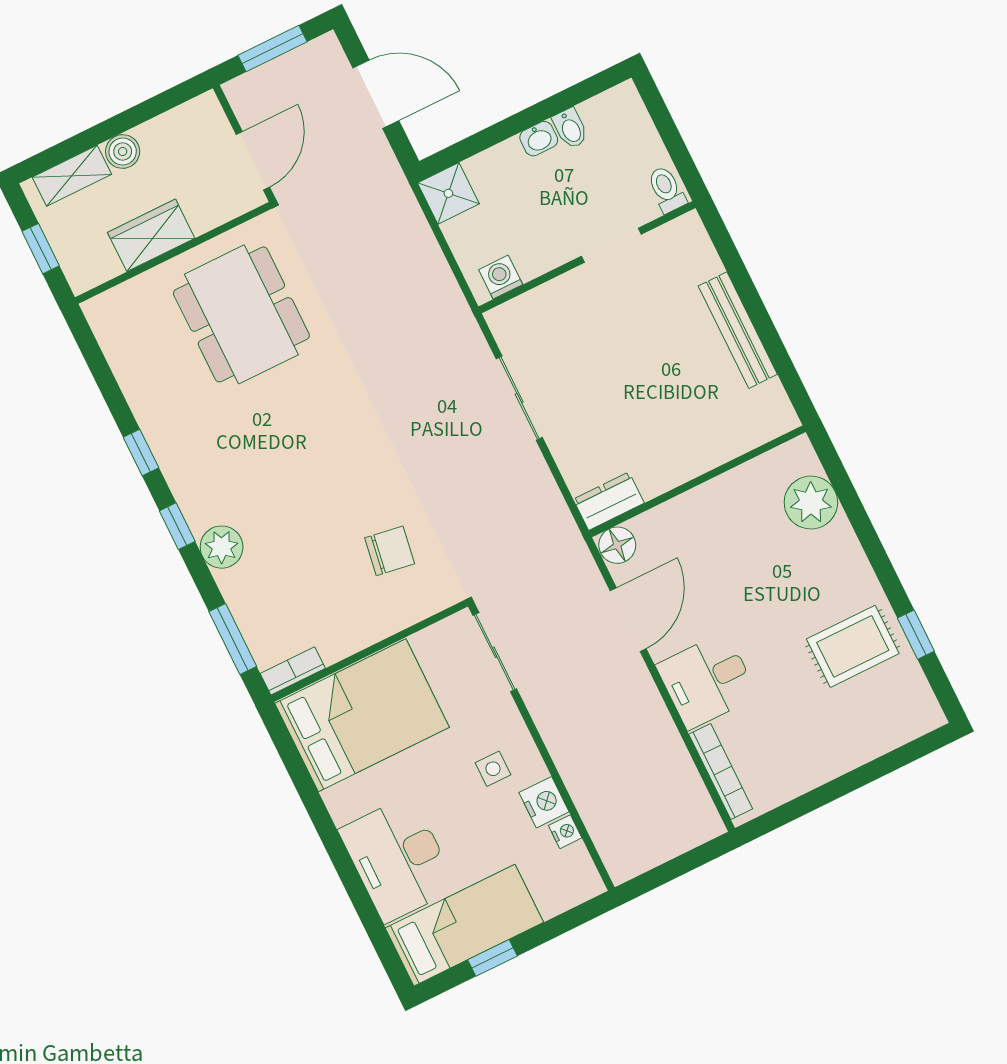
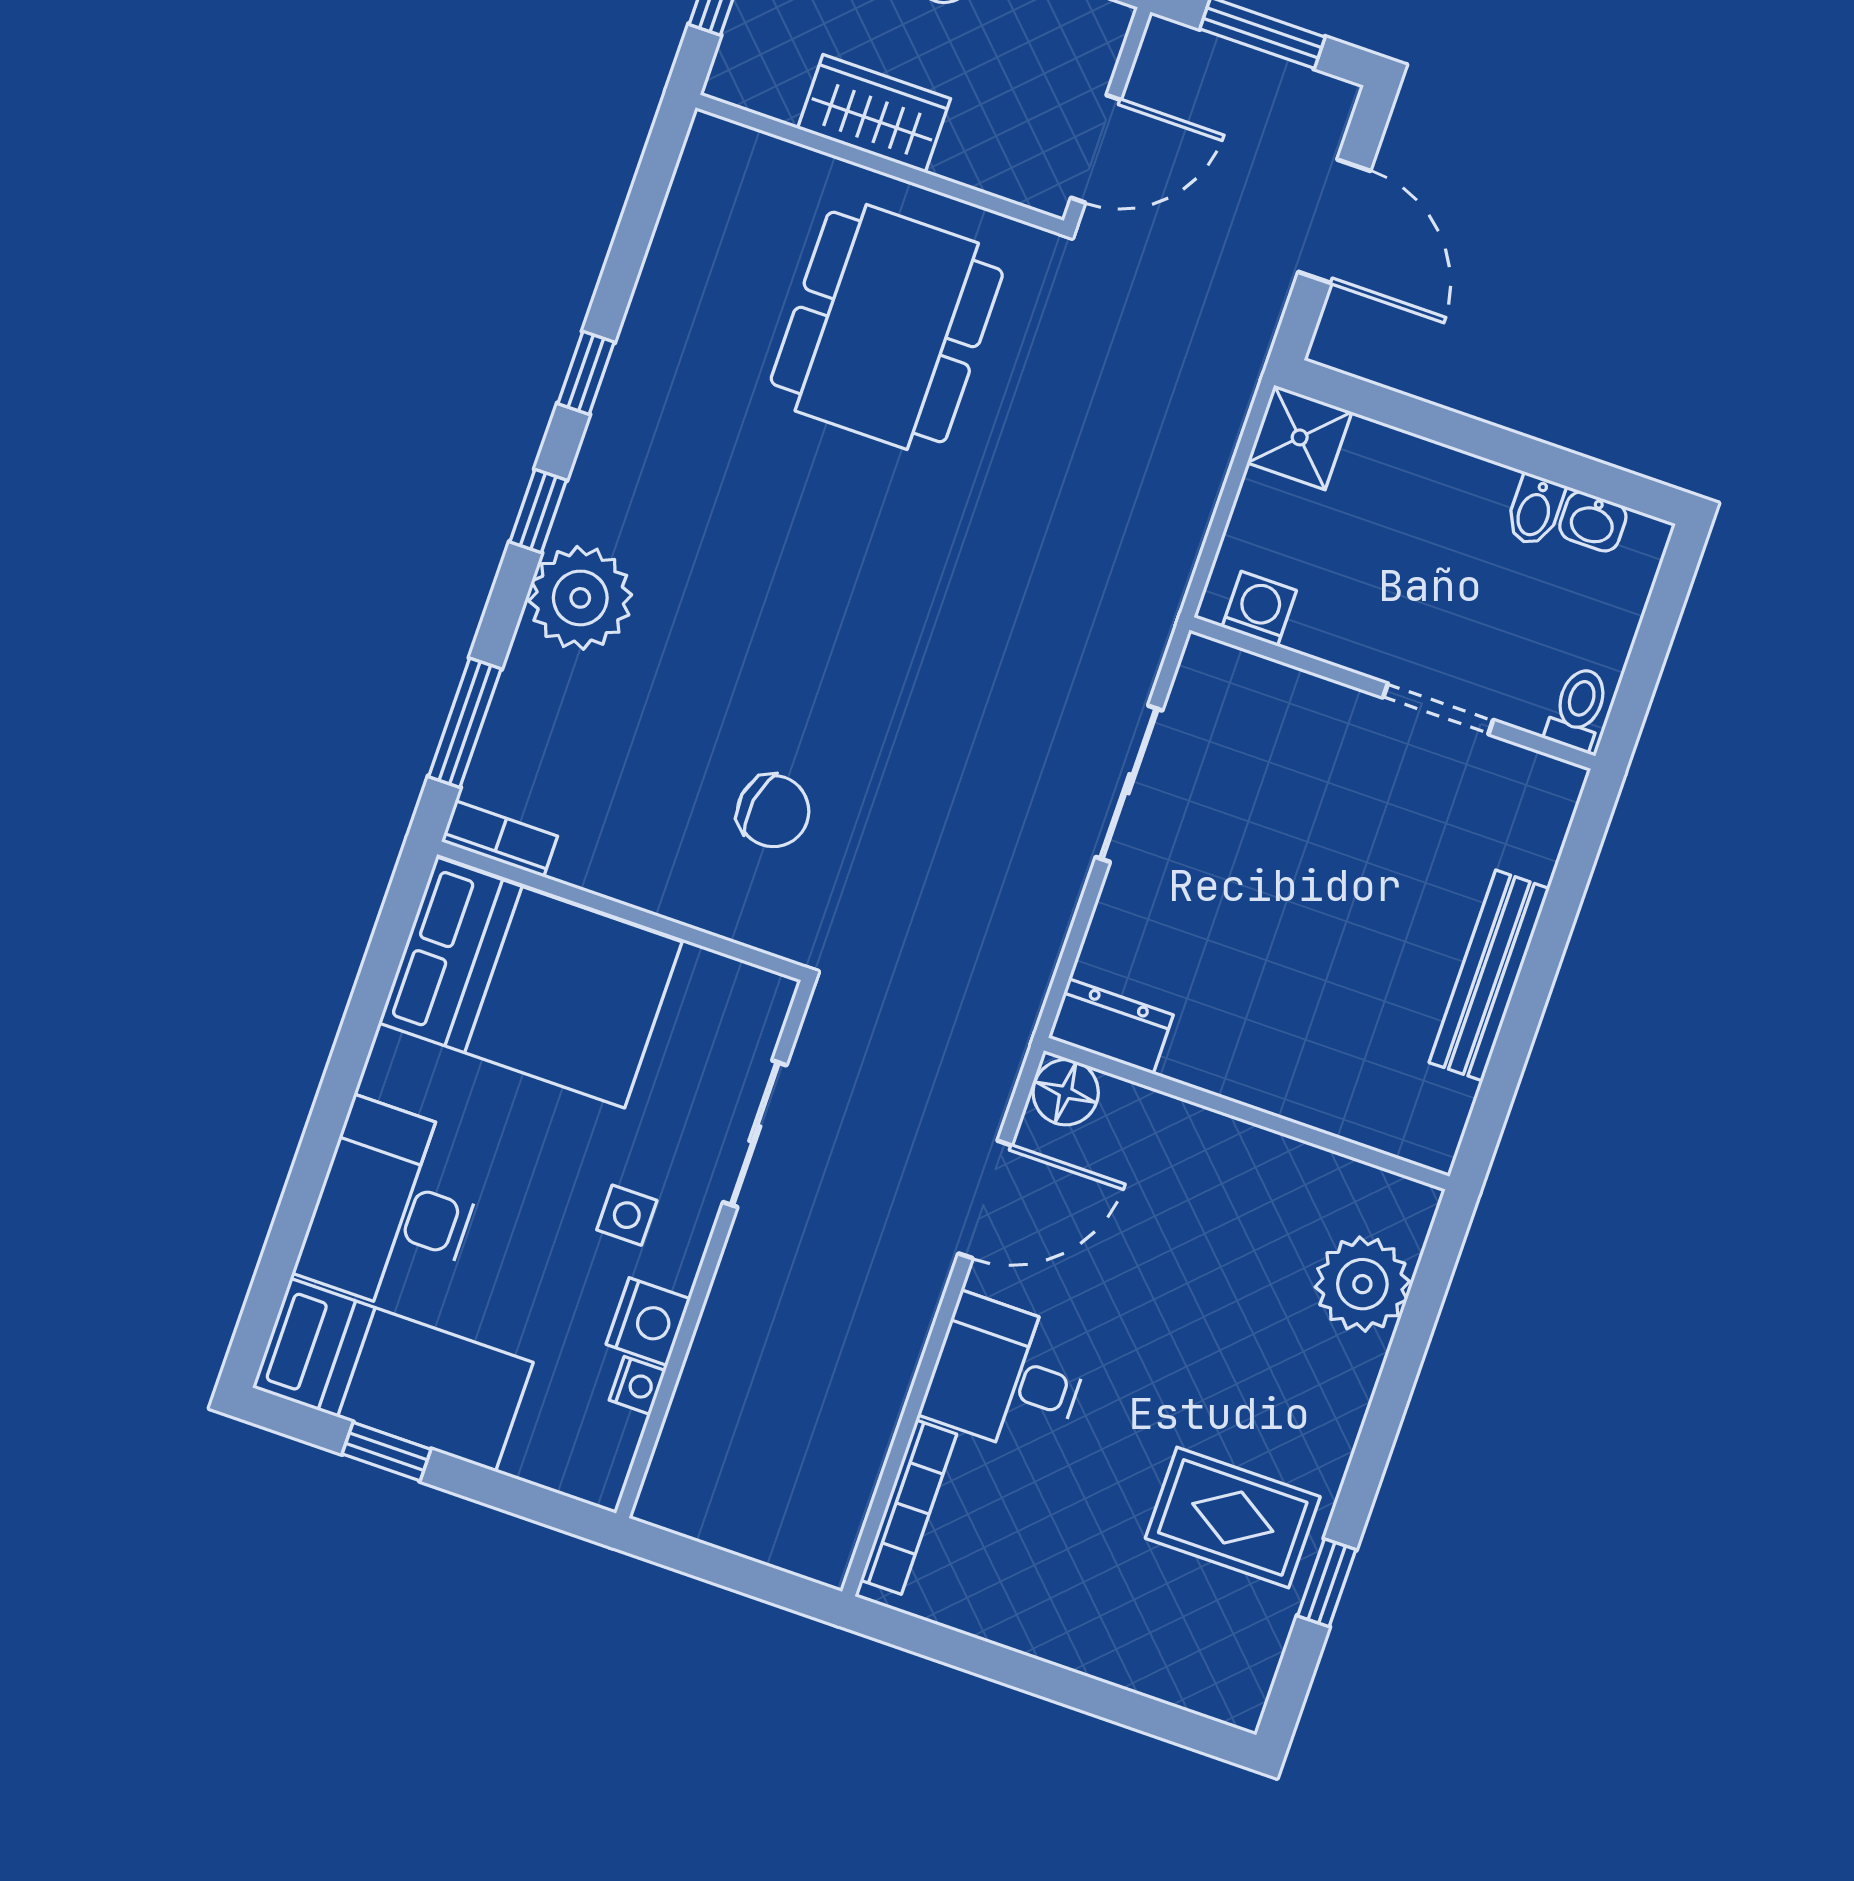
washbasin: (539, 139) -> (1593, 522), moved
plant: (222, 547) -> (580, 598), width x1.36, depth x1.36
sliding door: (495, 652) -> (755, 1134), moved

